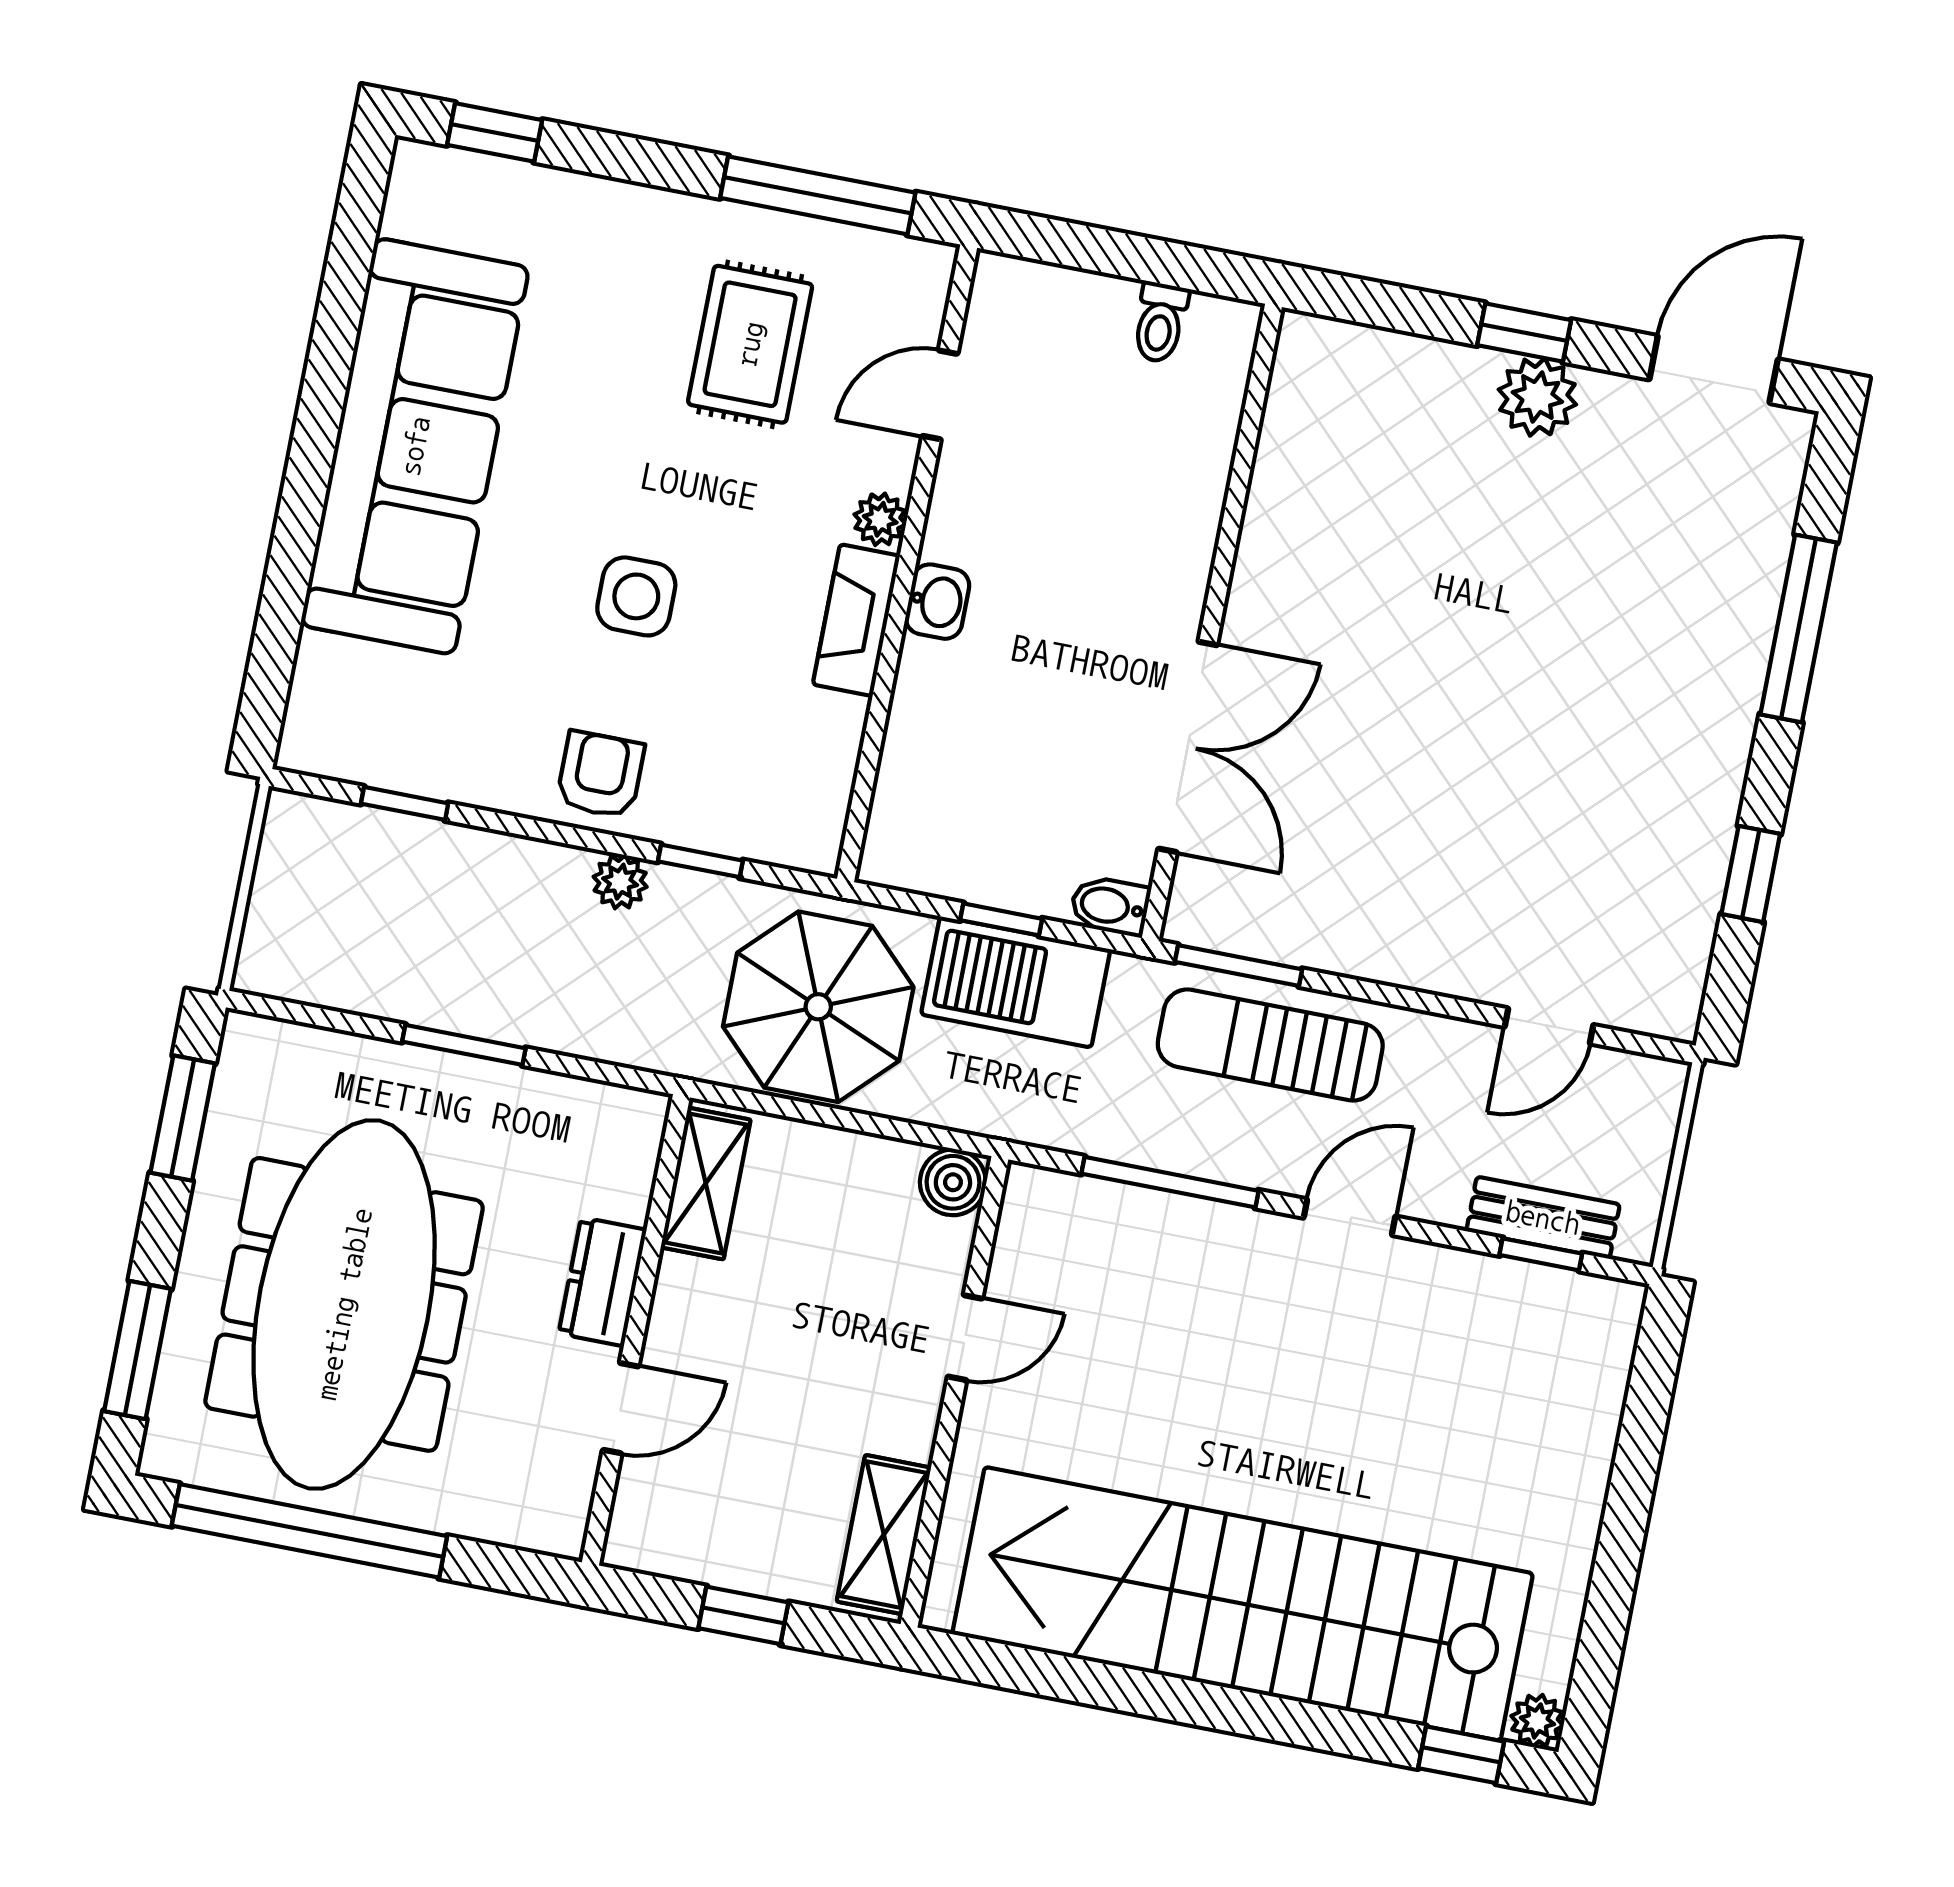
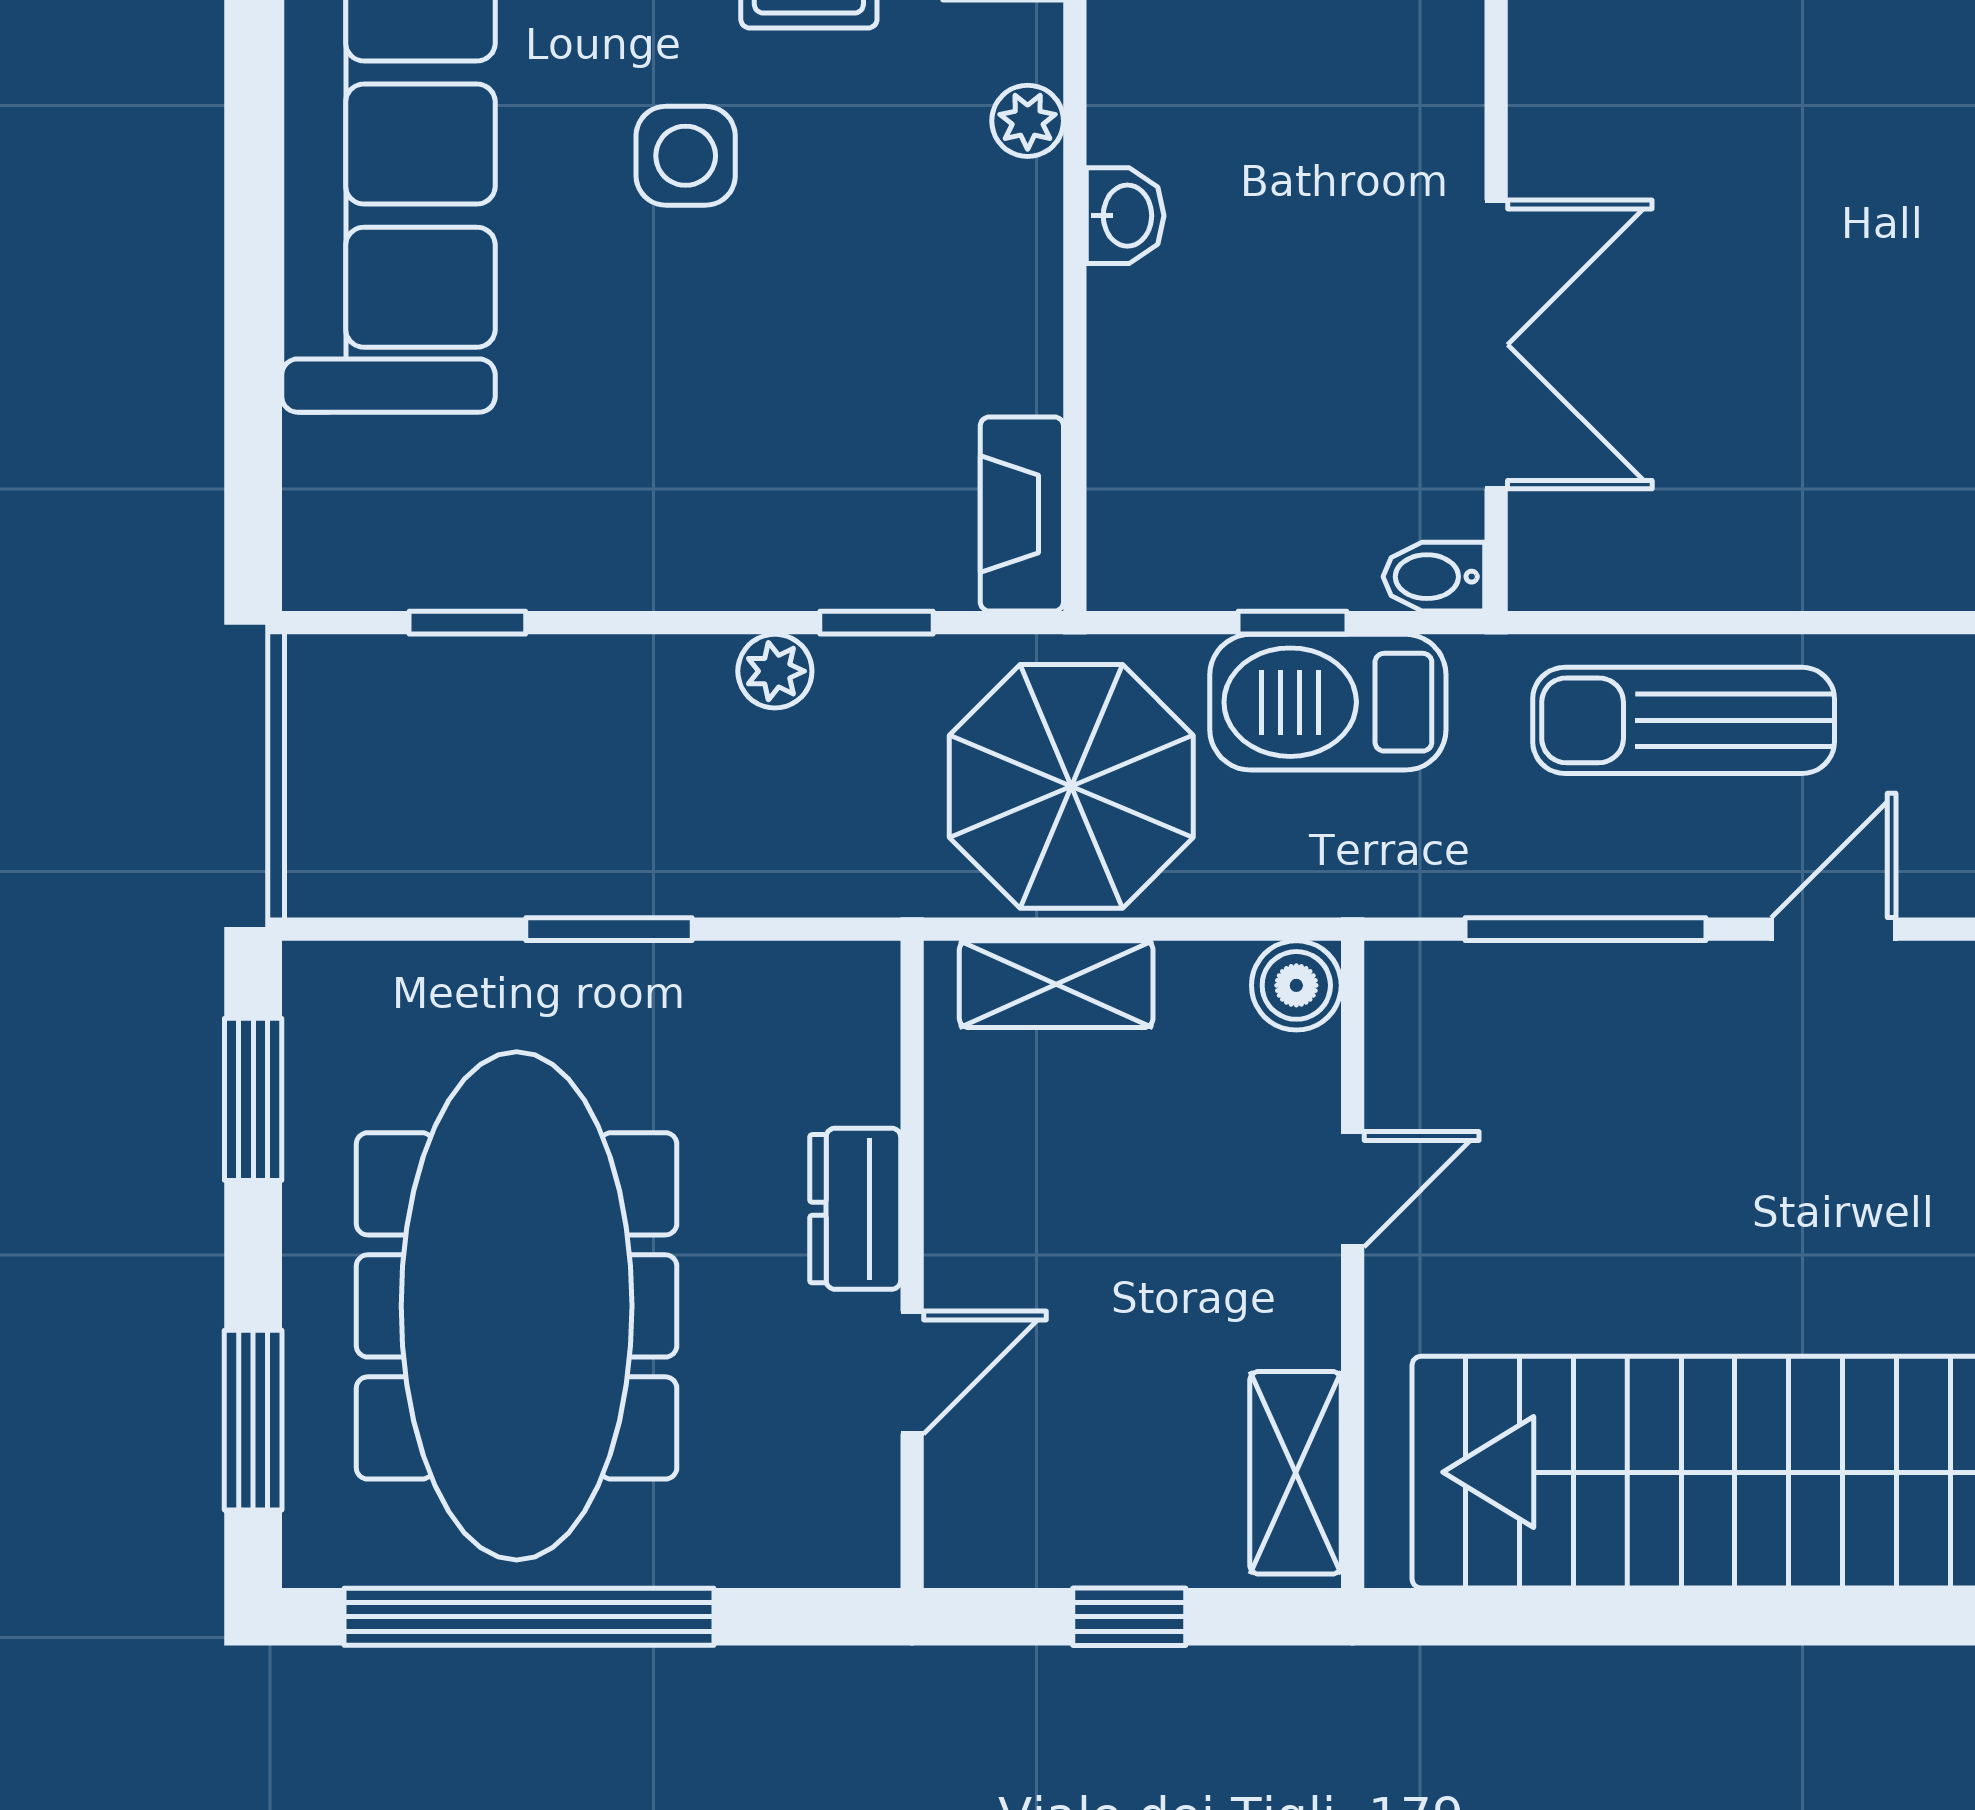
side table: (636, 596) -> (686, 156), moved
fireplace: (856, 620) -> (1022, 514), moved
armchair: (600, 775) -> (721, 534), removed
window: (1239, 966) -> (1621, 623), removed
shelving: (706, 1183) -> (1056, 984), moved, turned 90

